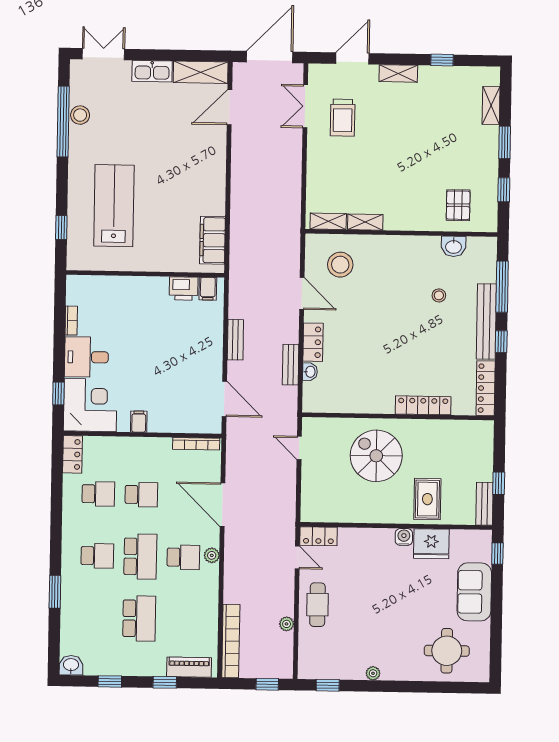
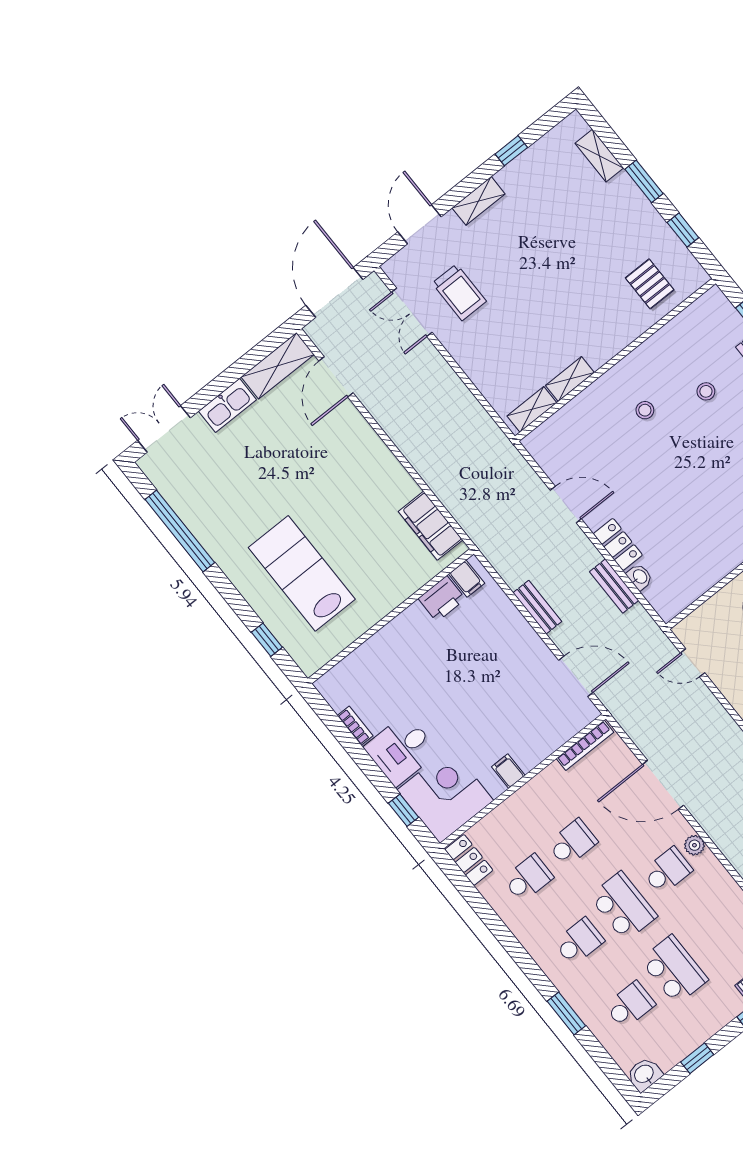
stool: (80, 115) -> (191, 510), removed
washbasin: (454, 246) -> (680, 330), removed
stool: (340, 265) -> (645, 410), moved, width x0.53, depth x0.53
school desk: (96, 618) -> (630, 1005), added

